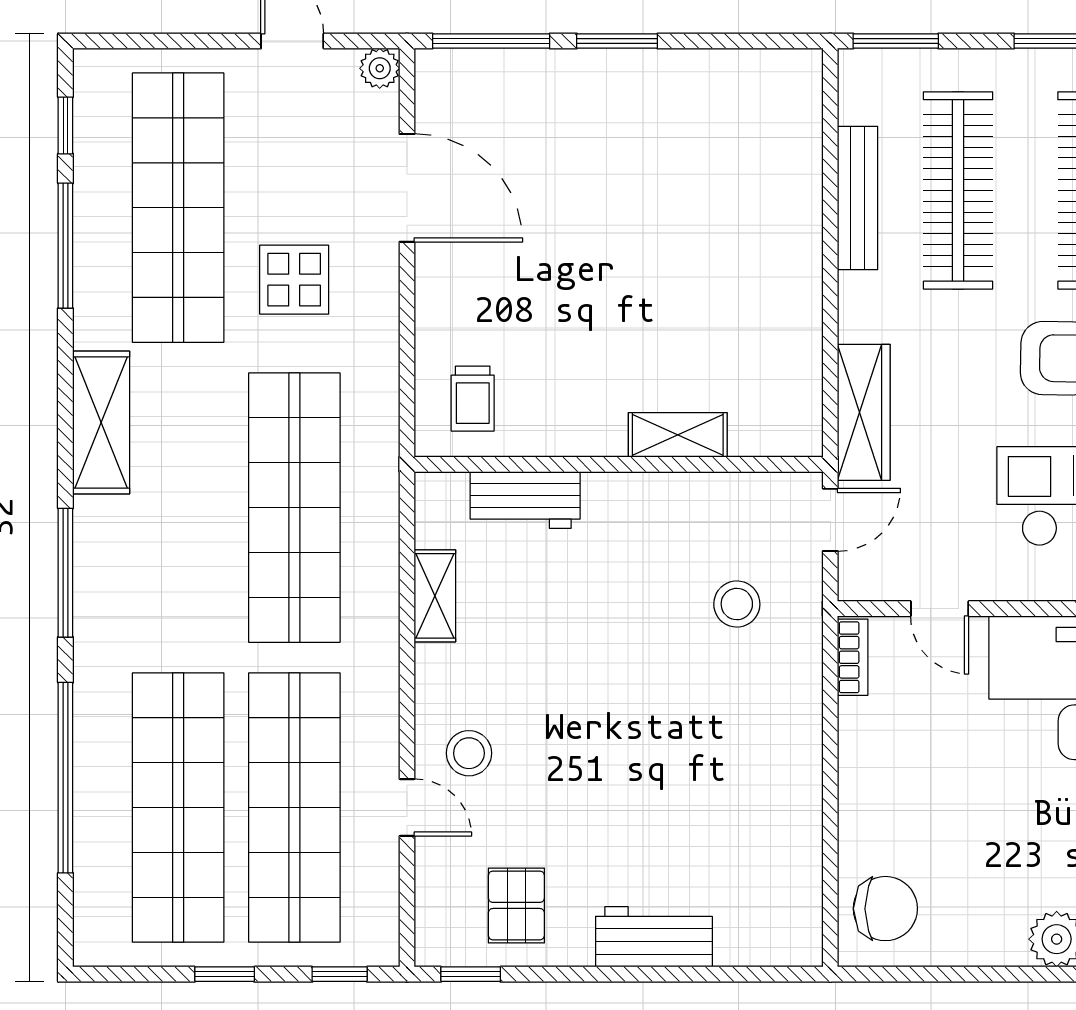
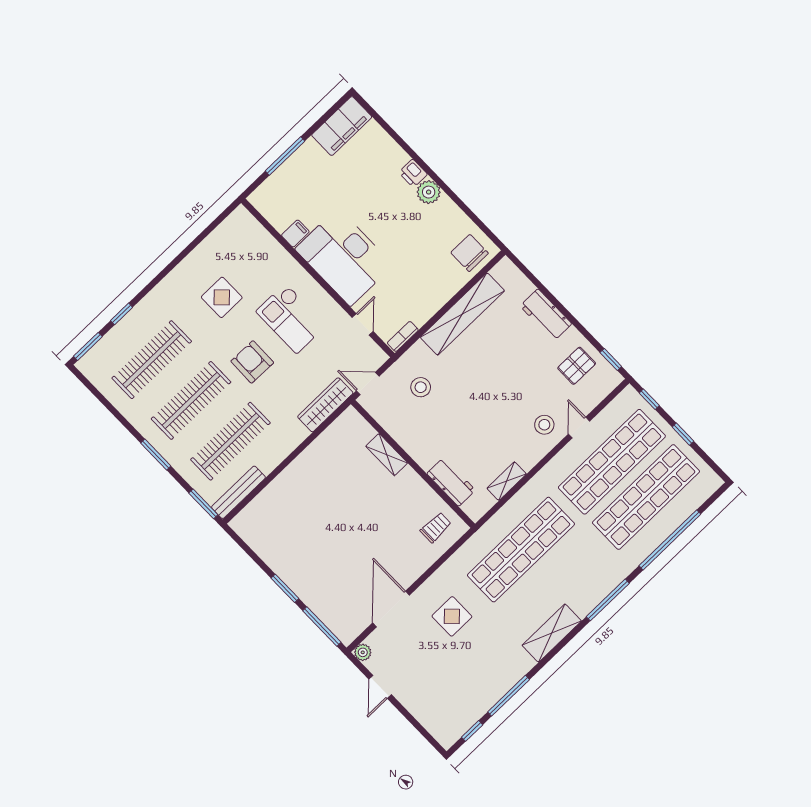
bench: (858, 198) -> (238, 492), moved
shop shelf: (178, 208) -> (464, 673), removed
shelving: (793, 796) -> (462, 314), added

